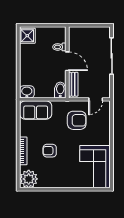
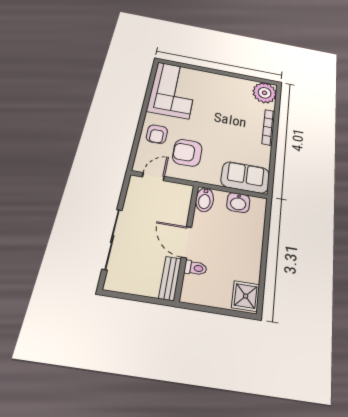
bench: (73, 84) -> (170, 278), moved
washbasin: (27, 92) -> (238, 203), moved
armchair: (50, 151) -> (157, 134), moved, turned 90

